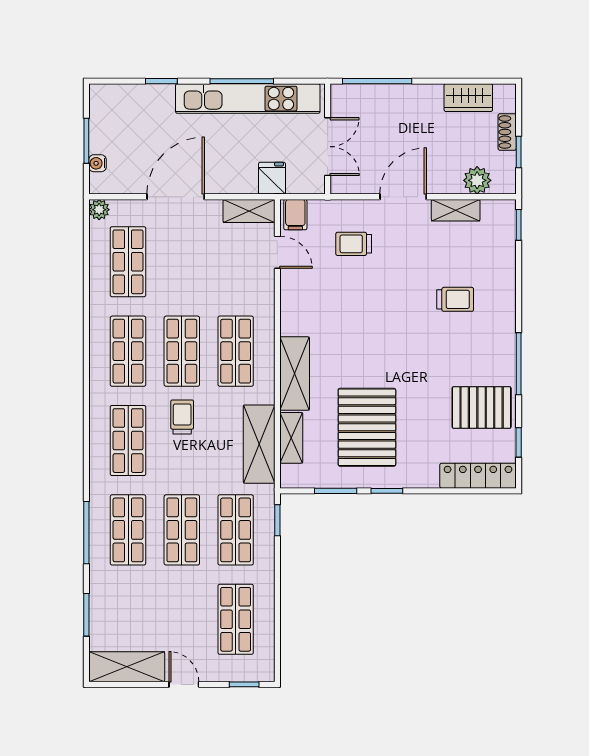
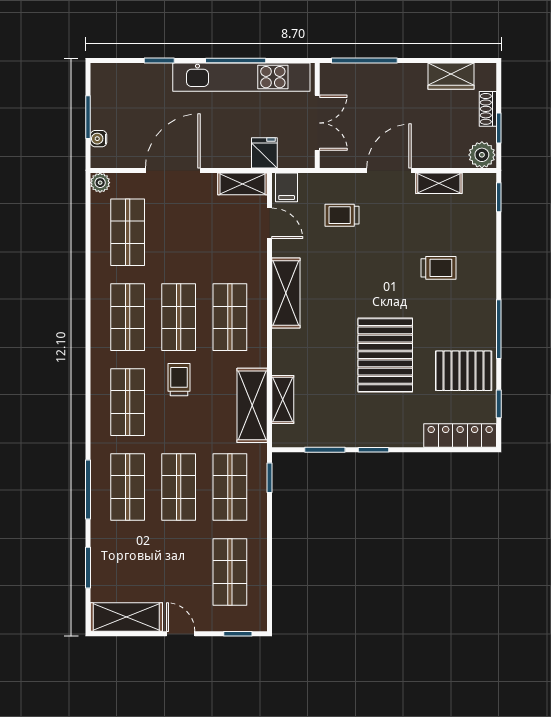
plant: (477, 180) -> (482, 155), moved
shelving: (295, 374) -> (286, 293), moved
pallet: (367, 427) -> (385, 355), moved

